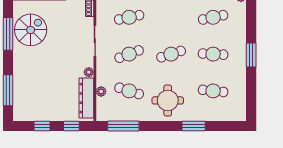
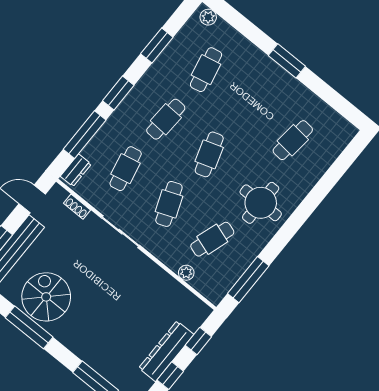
cafe table: (213, 54) -> (166, 119), moved
plant: (89, 72) -> (152, 269), removed
dresser: (86, 98) -> (166, 351), moved, turned 90
window: (194, 126) -> (316, 197), removed

